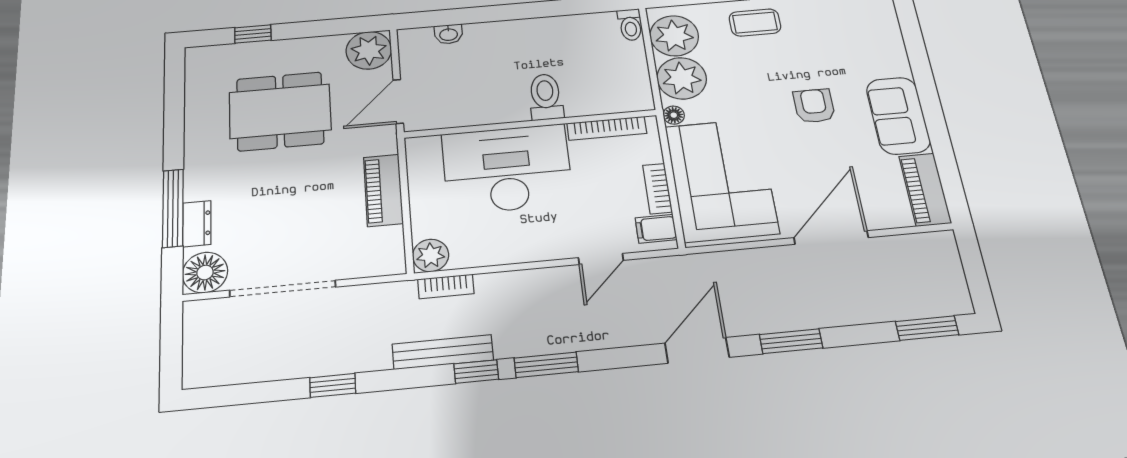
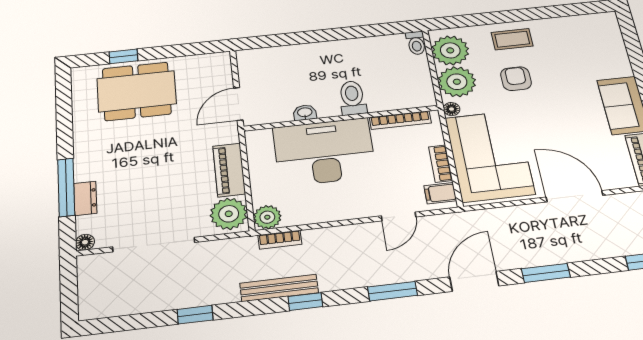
washbasin: (449, 34) -> (305, 113), moved, turned 180
plant: (369, 50) -> (229, 214), moved
armchair: (814, 106) -> (516, 79), moved
dining table: (280, 111) -> (137, 91), moved
door: (831, 238) -> (575, 196), hinge flipped
floor lamp: (205, 272) -> (85, 242), width x0.53, depth x0.53
window: (546, 365) -> (392, 291), moved

